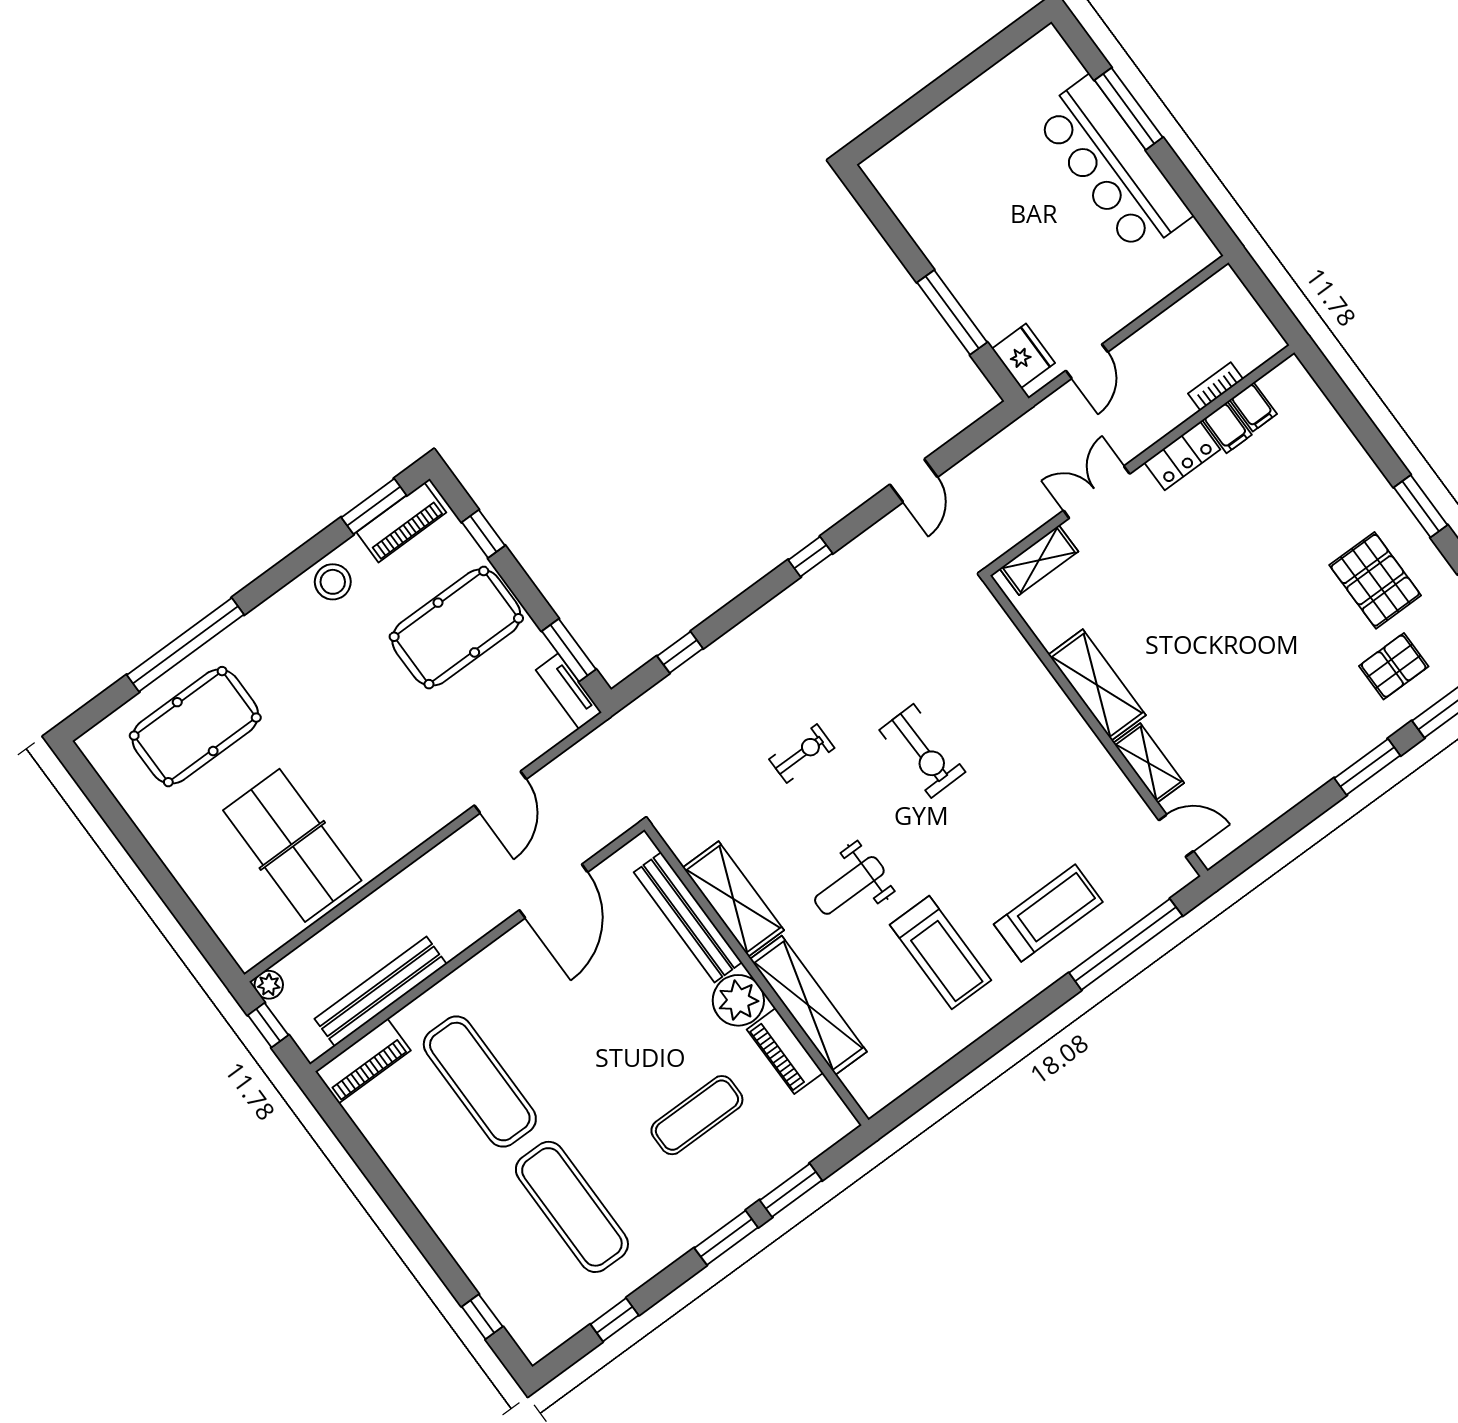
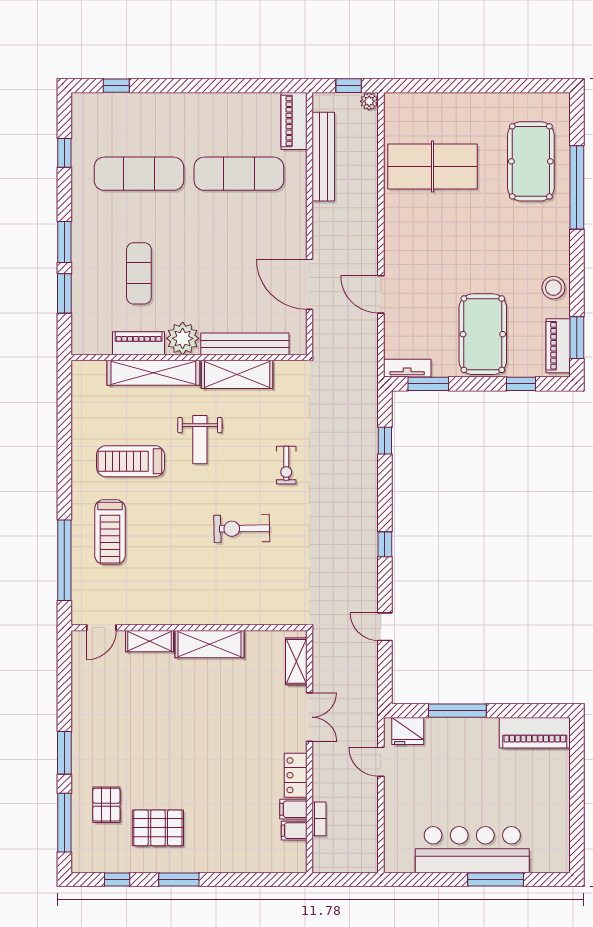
piano: (909, 195) -> (535, 733), added
weight bench: (849, 885) -> (200, 440), turned 180

